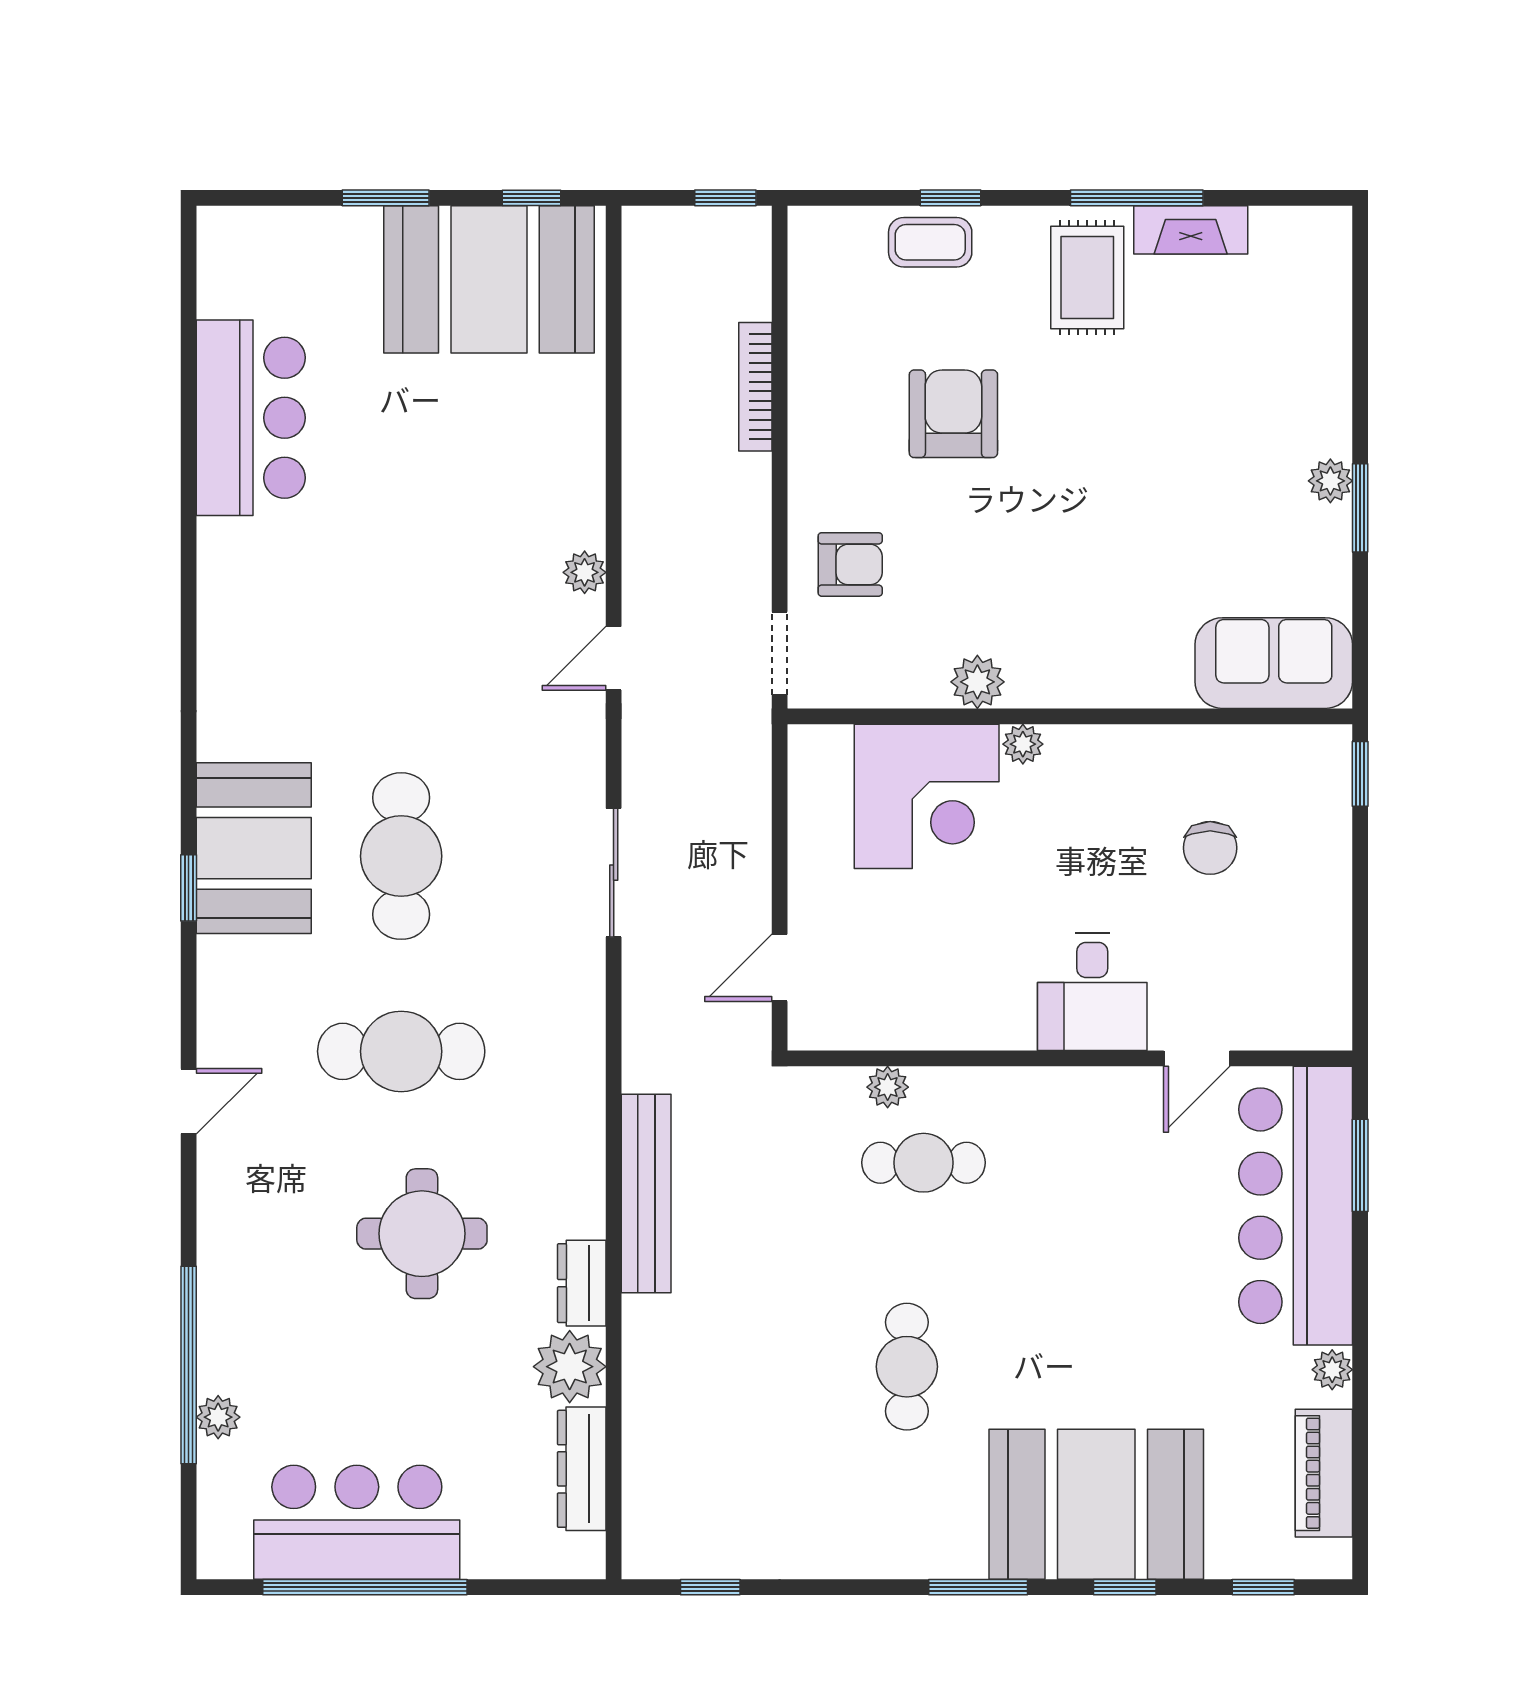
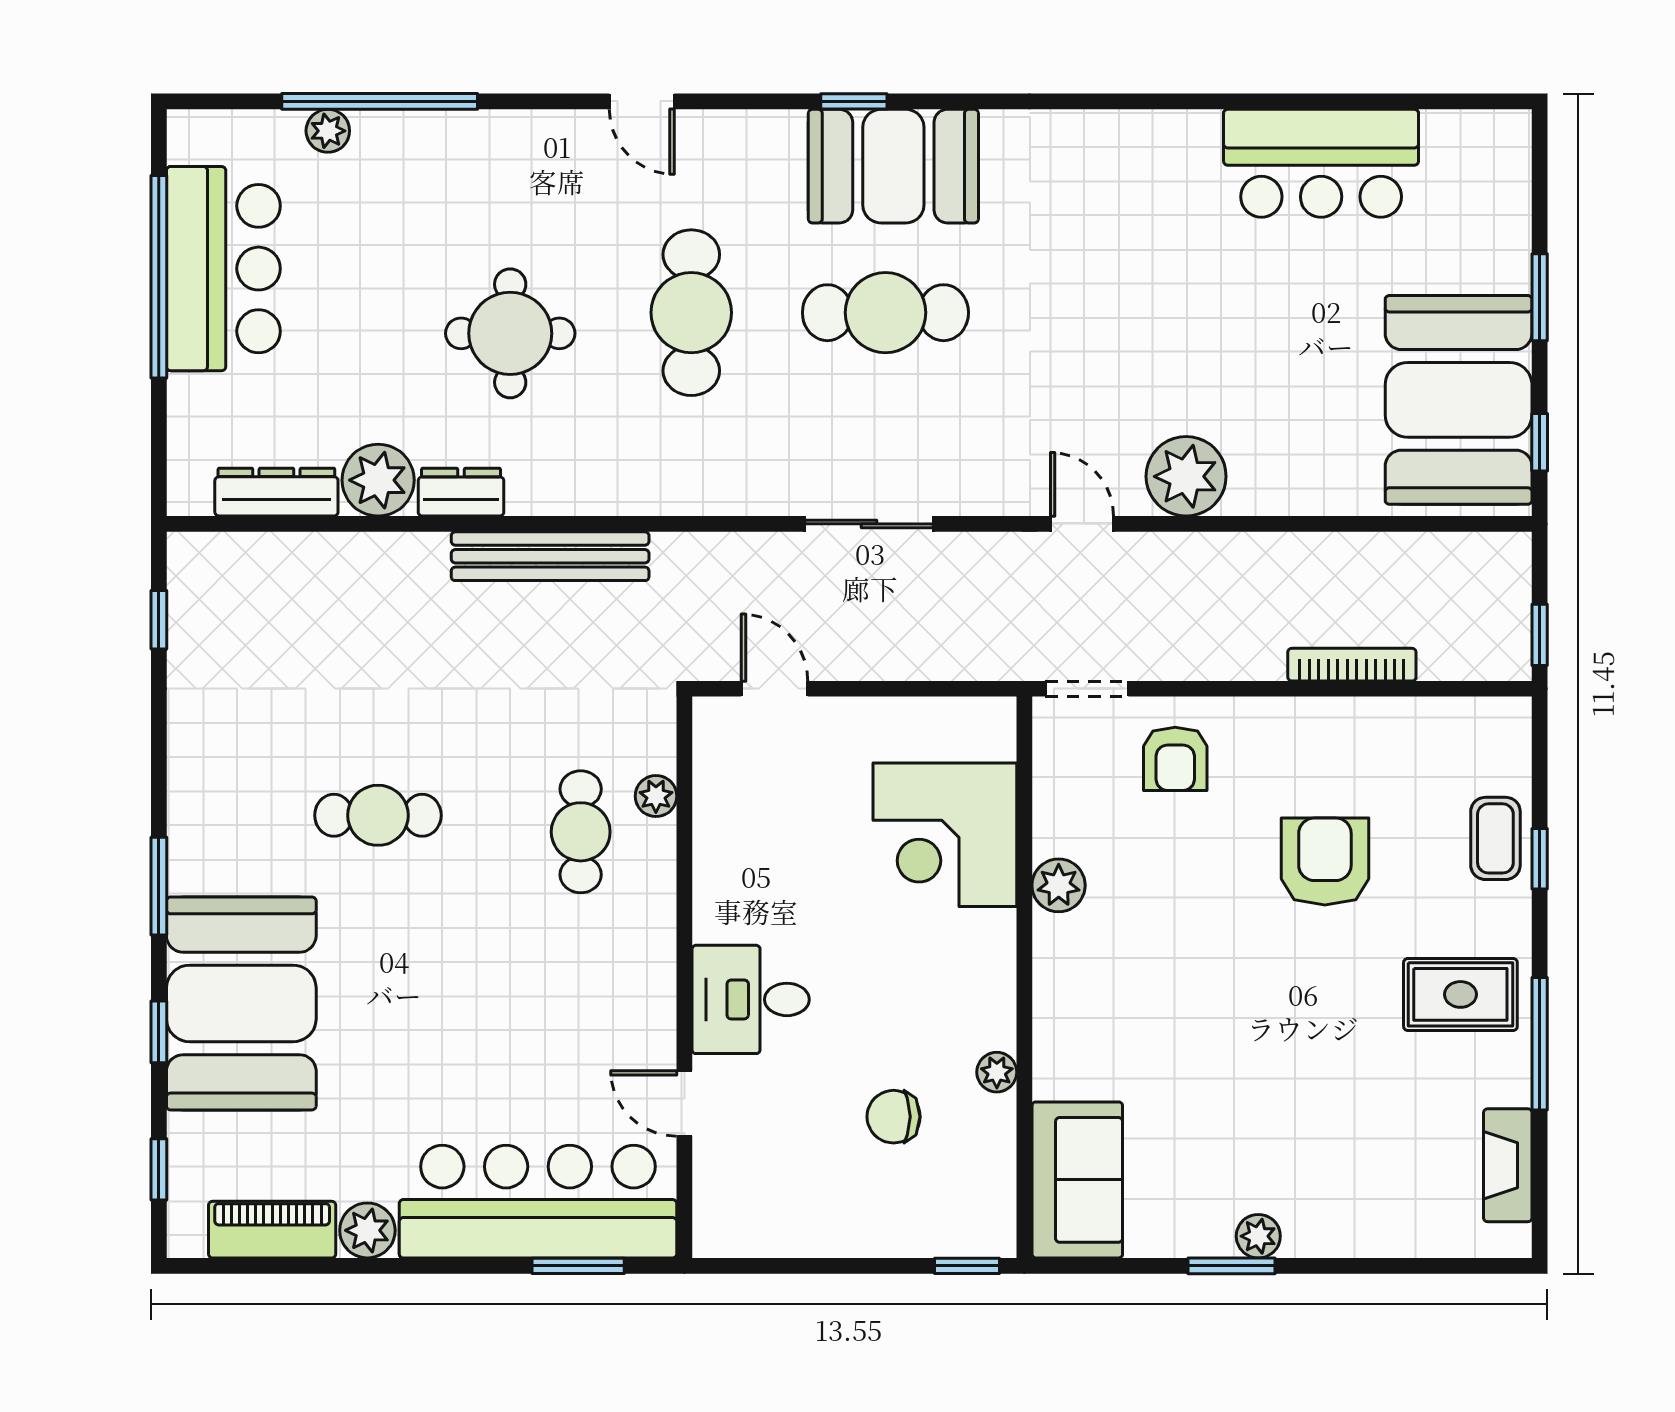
fireplace: (1191, 230) -> (1508, 1165), moved
armchair: (953, 414) -> (1325, 861), turned -90
plant: (585, 572) -> (1186, 476), width x1.87, depth x1.87
plant: (1023, 744) -> (997, 1072), moved
plant: (1332, 1370) -> (367, 1230), width x1.38, depth x1.38

